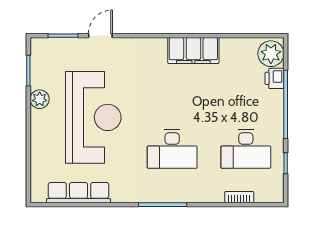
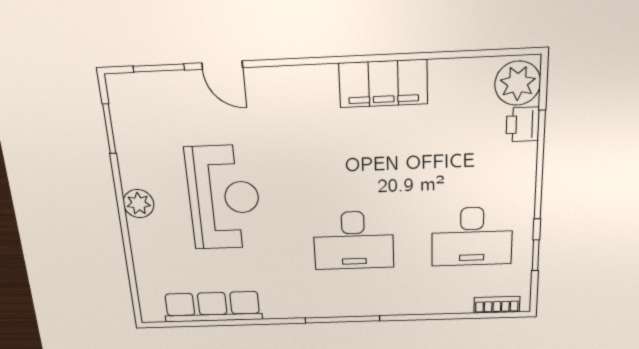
door: (100, 36) -> (222, 65), swing flipped
plant: (40, 99) -> (139, 204), moved
reception desk: (93, 117) -> (224, 198), width x0.74, depth x0.77
bookcase: (239, 197) -> (497, 305), moved

